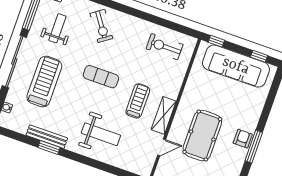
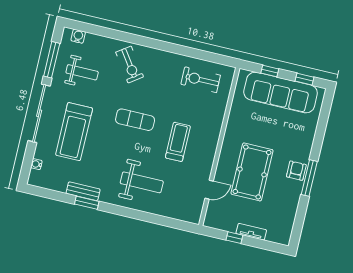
weight bench: (57, 28) -> (82, 72), turned 90
window: (216, 41) -> (270, 71), moved
treadmill: (44, 82) -> (74, 132), turned 180
shelving: (164, 115) -> (208, 155), removed
bench: (47, 137) -> (83, 191), width x0.73

